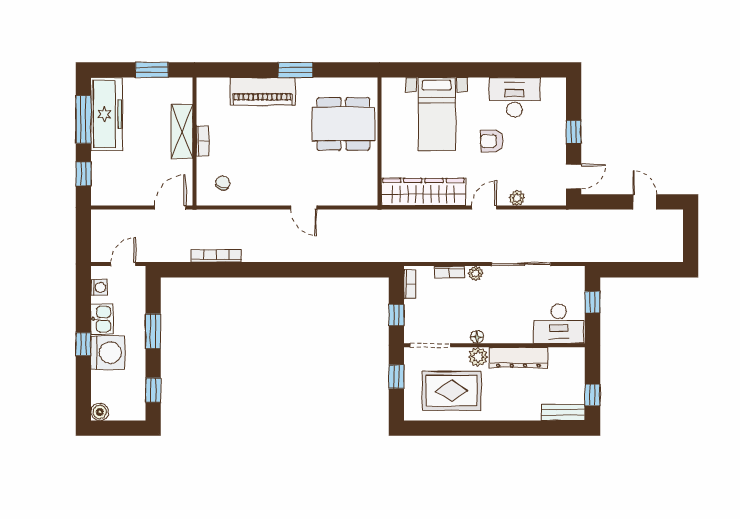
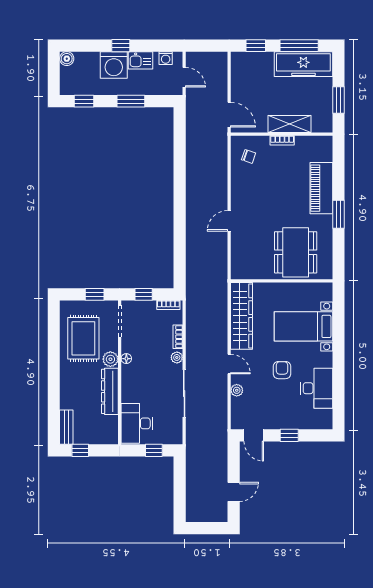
bookcase: (216, 256) -> (191, 151), removed

